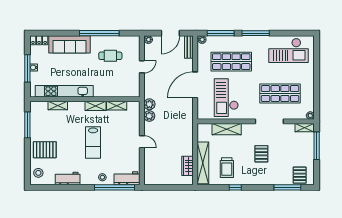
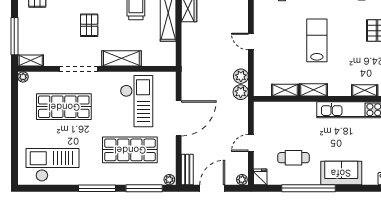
fridge: (135, 42) -> (260, 177), added
sofa: (70, 44) -> (341, 173), width x0.73
shelving: (227, 129) -> (121, 58), moved

